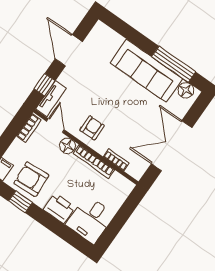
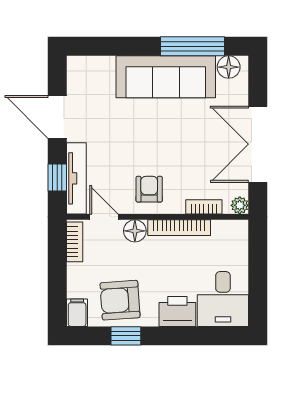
tv unit: (51, 99) -> (76, 178), width x1.41
plant: (137, 173) -> (240, 205), added

